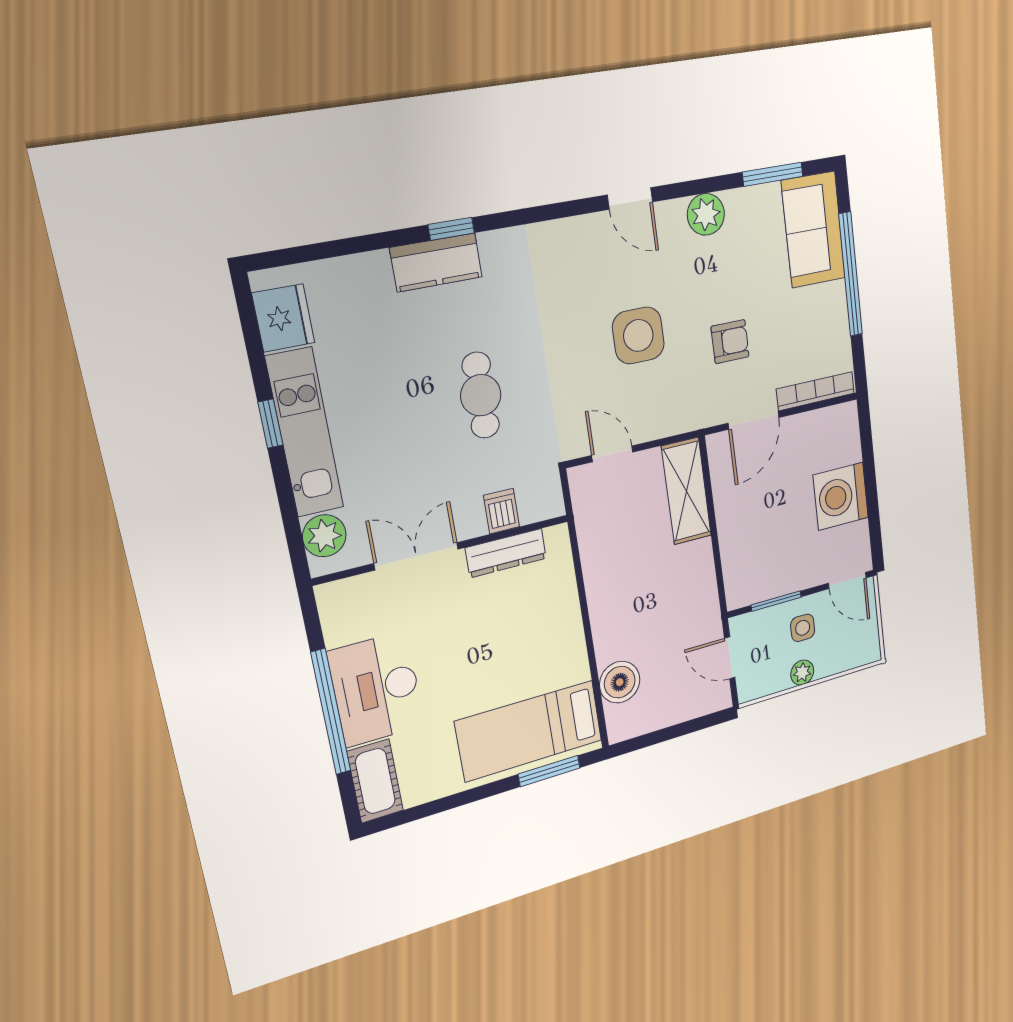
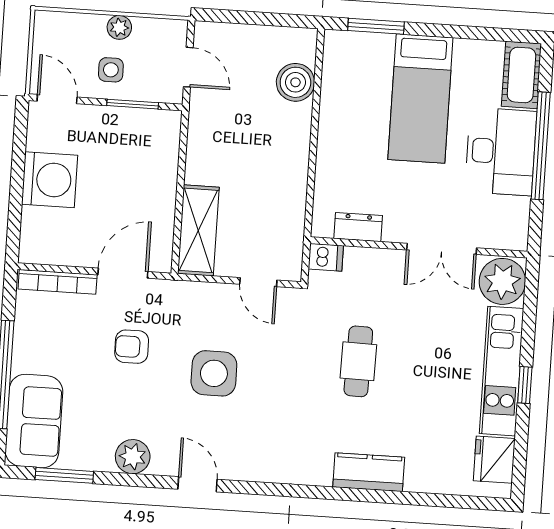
window: (451, 229) -> (351, 494), removed
dishwasher: (501, 511) -> (326, 257), moved, turned -90
plant: (324, 536) -> (502, 281), width x1.36, depth x1.36
dresser: (506, 553) -> (358, 227), width x0.70
bed: (529, 731) -> (420, 99), moved, turned 90

